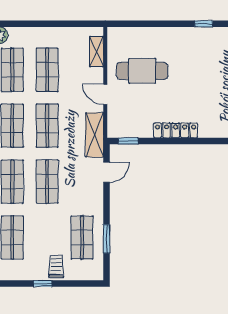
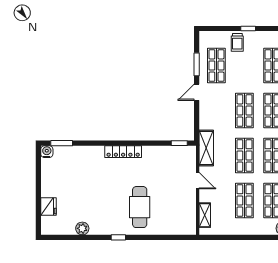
cafe table: (142, 71) -> (140, 207), moved, turned 90
locker: (176, 130) -> (123, 152), moved
door: (107, 172) -> (197, 92), moved

